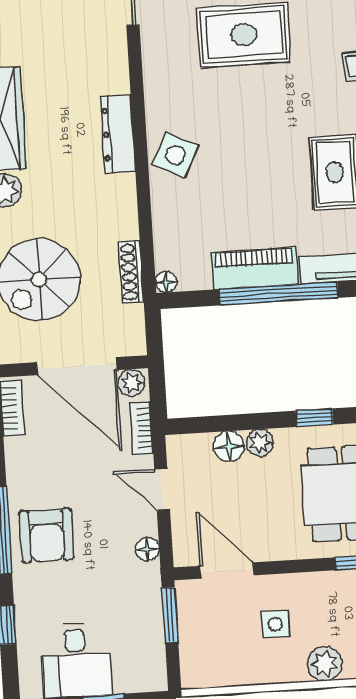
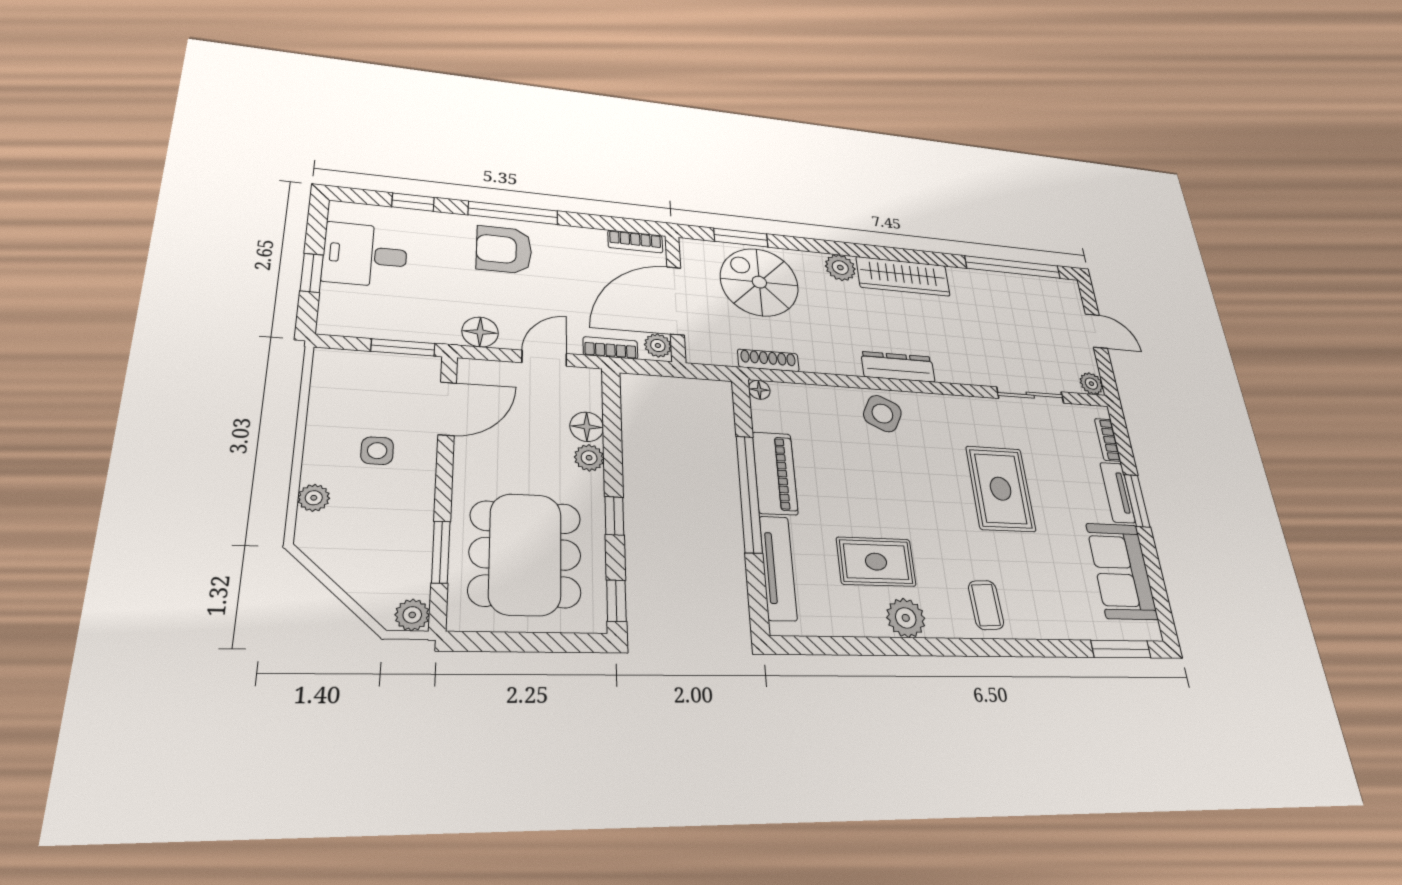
floor lamp: (147, 549) -> (480, 332), width x1.37, depth x1.37
plant: (325, 664) -> (314, 498), width x0.73, depth x0.73

